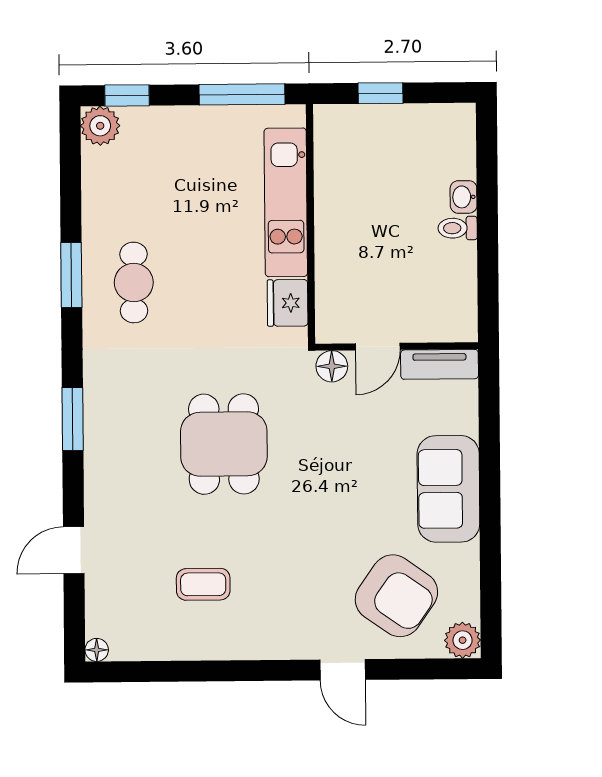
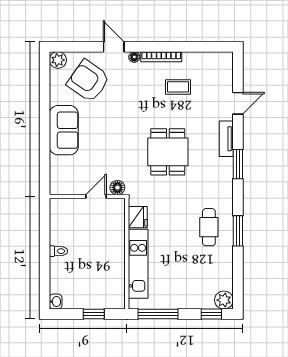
washbasin: (464, 197) -> (56, 302), moved
tv unit: (440, 364) -> (226, 139), moved, turned -90
bookcase: (240, 649) -> (161, 57), added
floor lamp: (97, 650) -> (134, 57), moved

